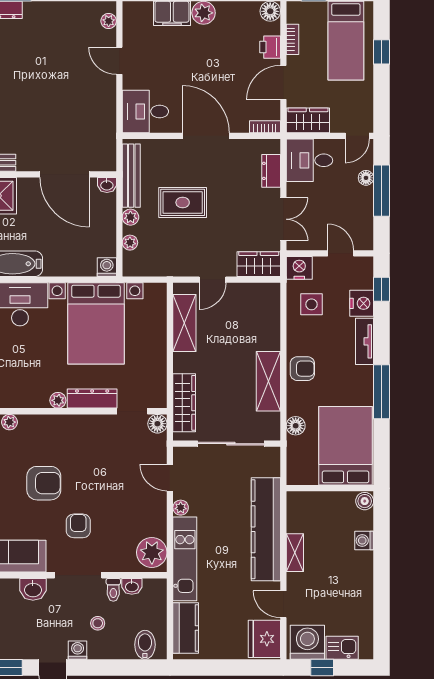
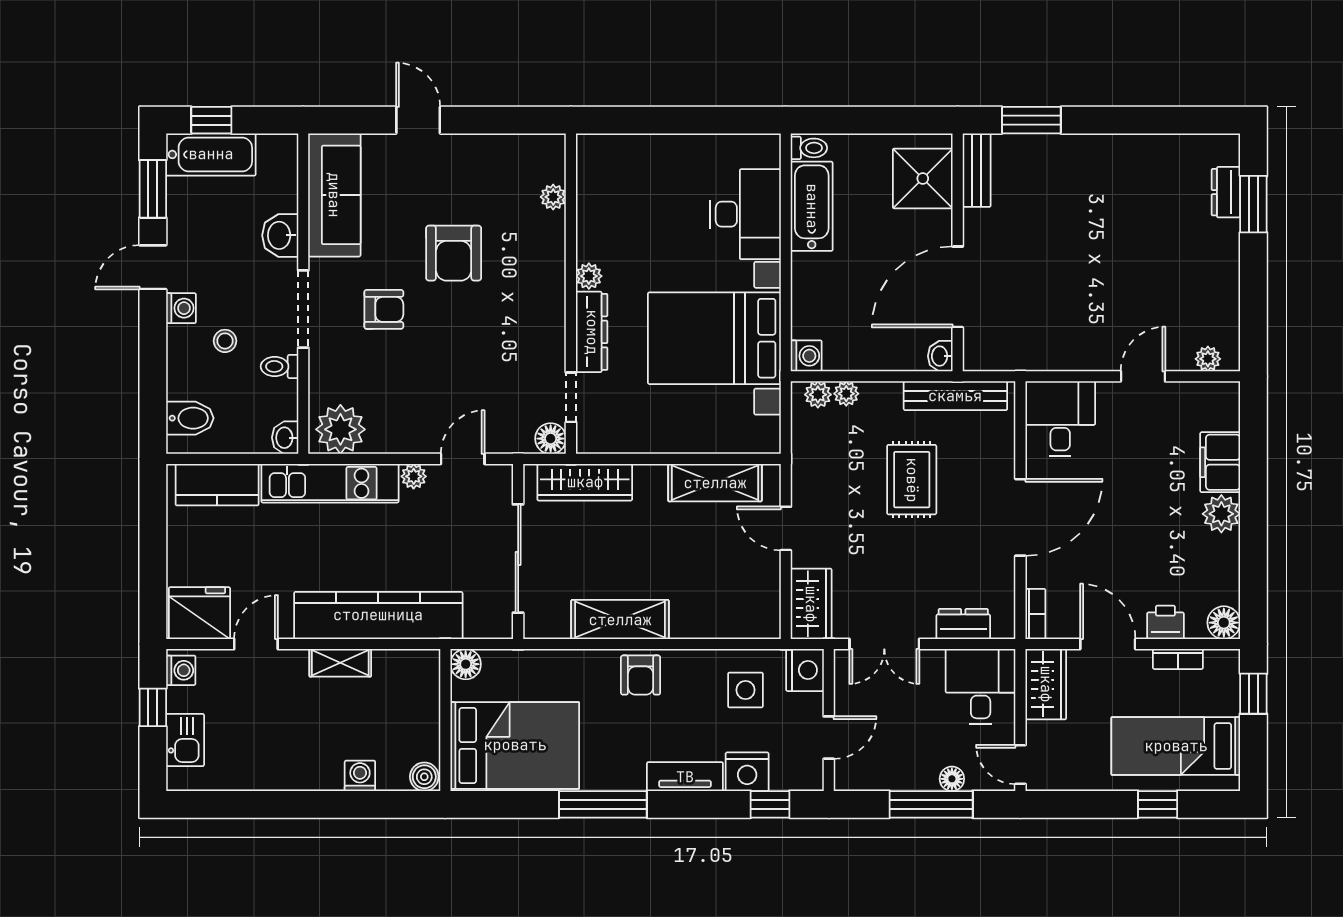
plant: (130, 217) -> (818, 395), moved
floor lamp: (296, 426) -> (466, 664), moved
washbasin: (132, 586) -> (285, 438), moved
washing machine: (307, 642) -> (181, 670), width x0.53, depth x0.53

